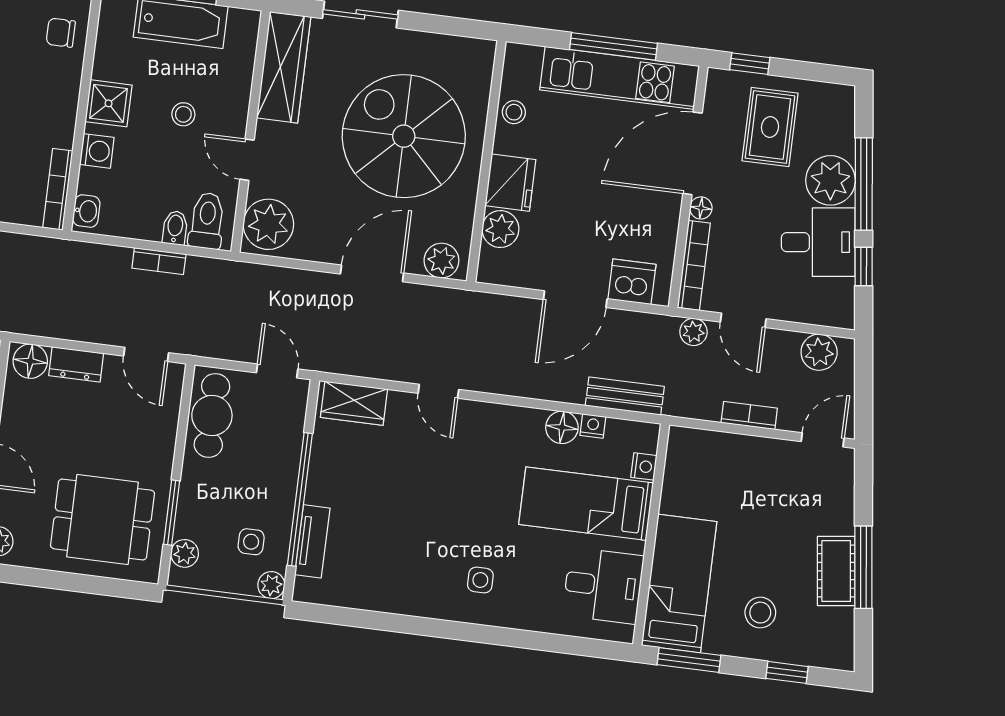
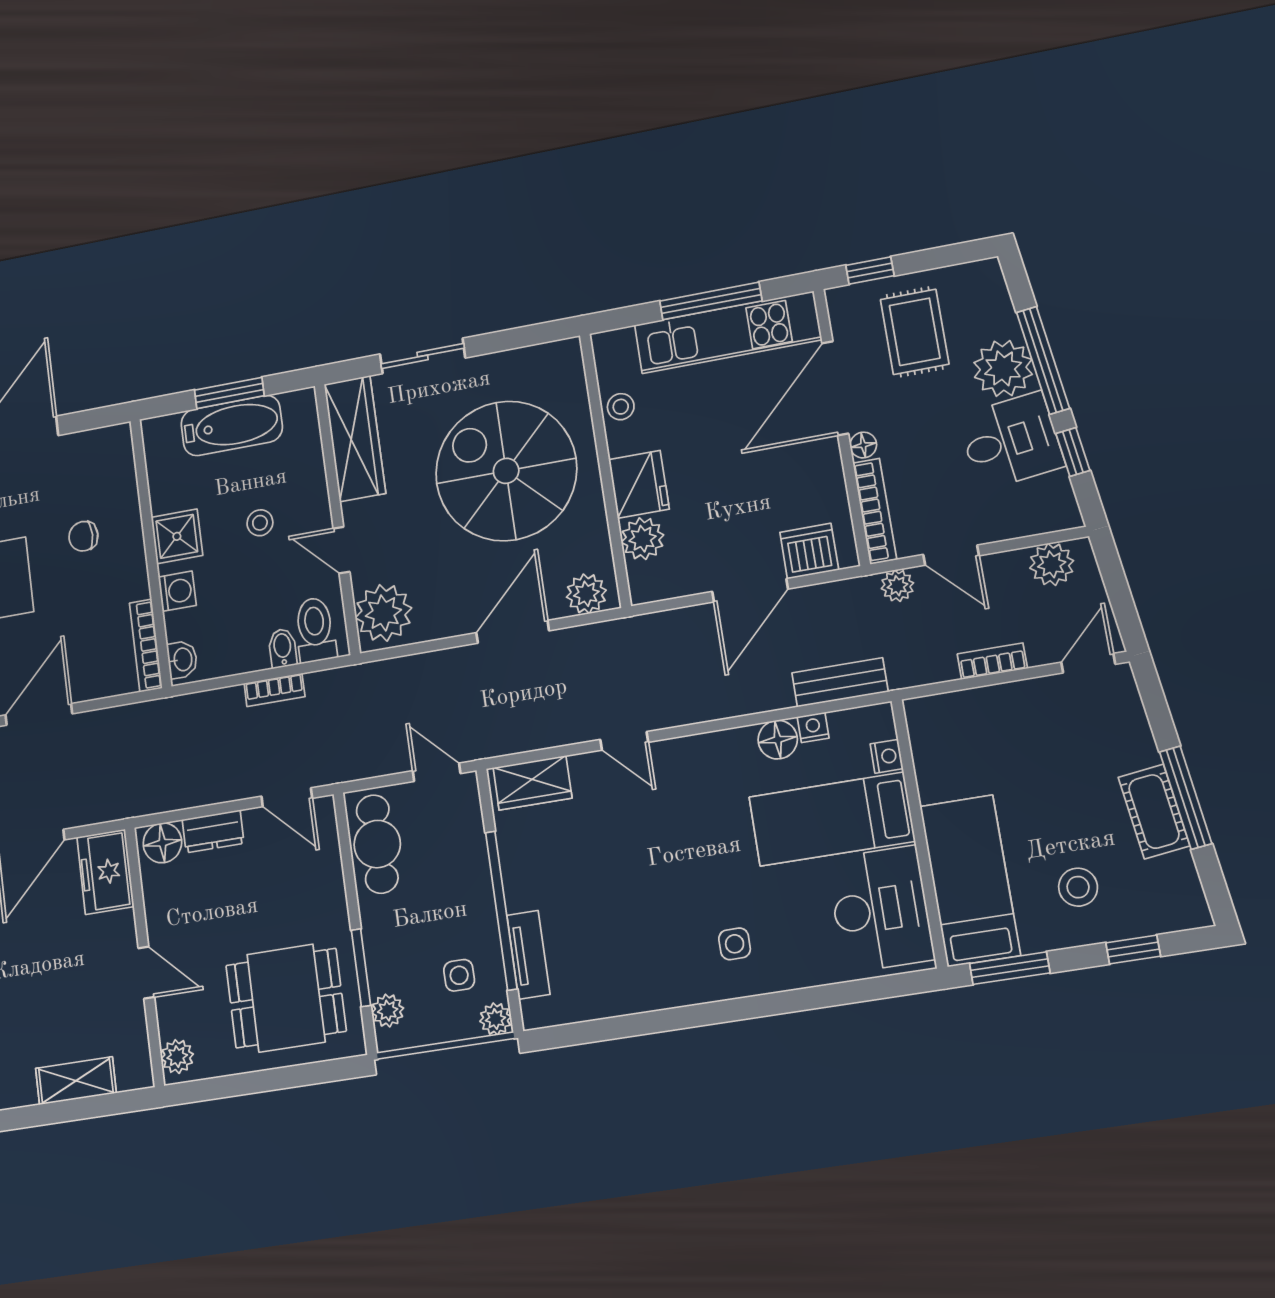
chair: (61, 33) -> (83, 536), moved
desk: (603, 586) -> (880, 909), width x1.37

